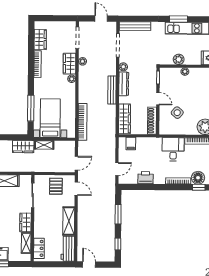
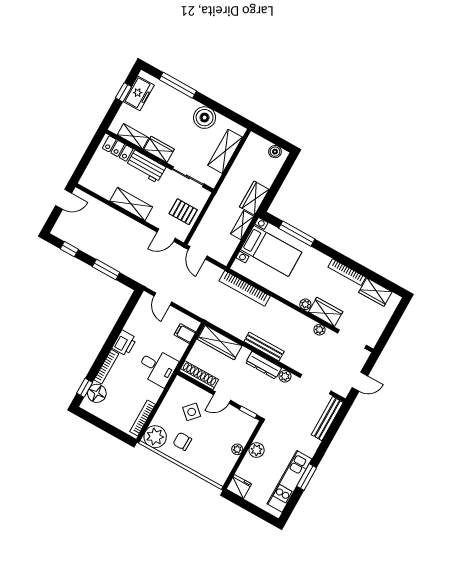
chair: (199, 108) -> (182, 441), added
desk: (173, 149) -> (157, 367), moved
printer: (146, 178) -> (124, 343), moved
workbench: (68, 249) -> (146, 166), moved, turned 180

